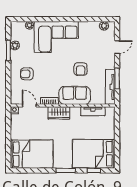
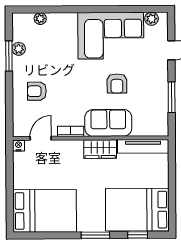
corner sofa: (56, 37) -> (111, 36), moved
tv unit: (110, 87) -> (161, 110), removed
door: (29, 106) -> (41, 138), hinge flipped
tv unit: (93, 111) -> (143, 146), width x1.41
wardrobe: (59, 113) -> (100, 149), moved

